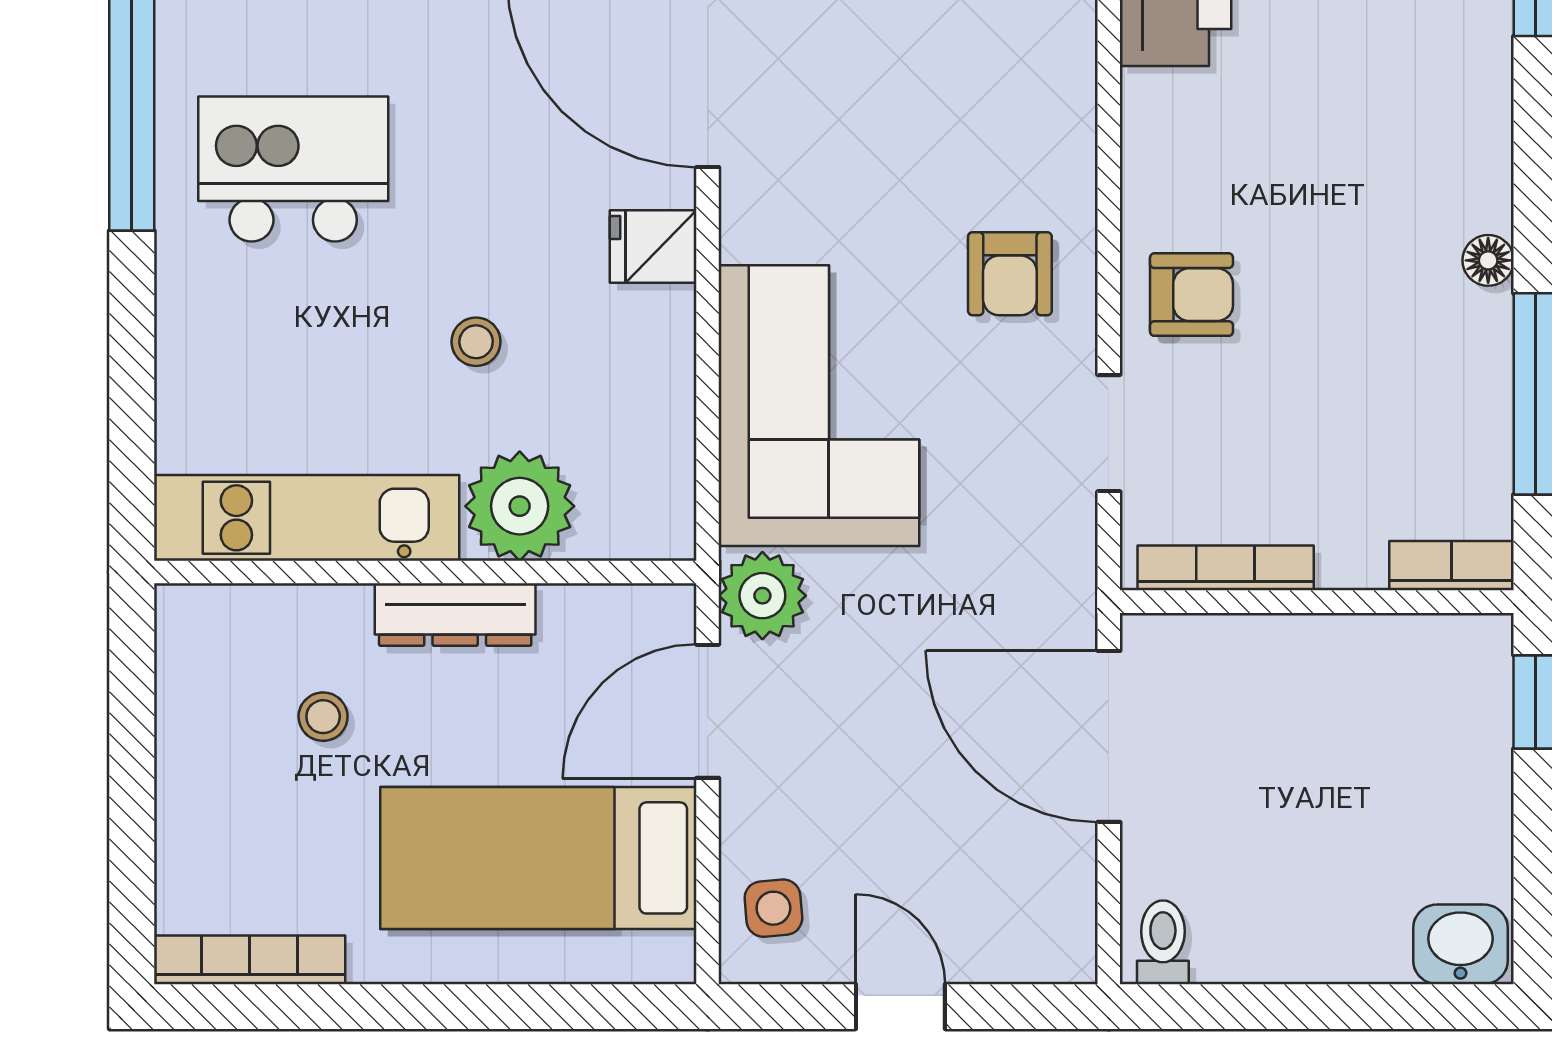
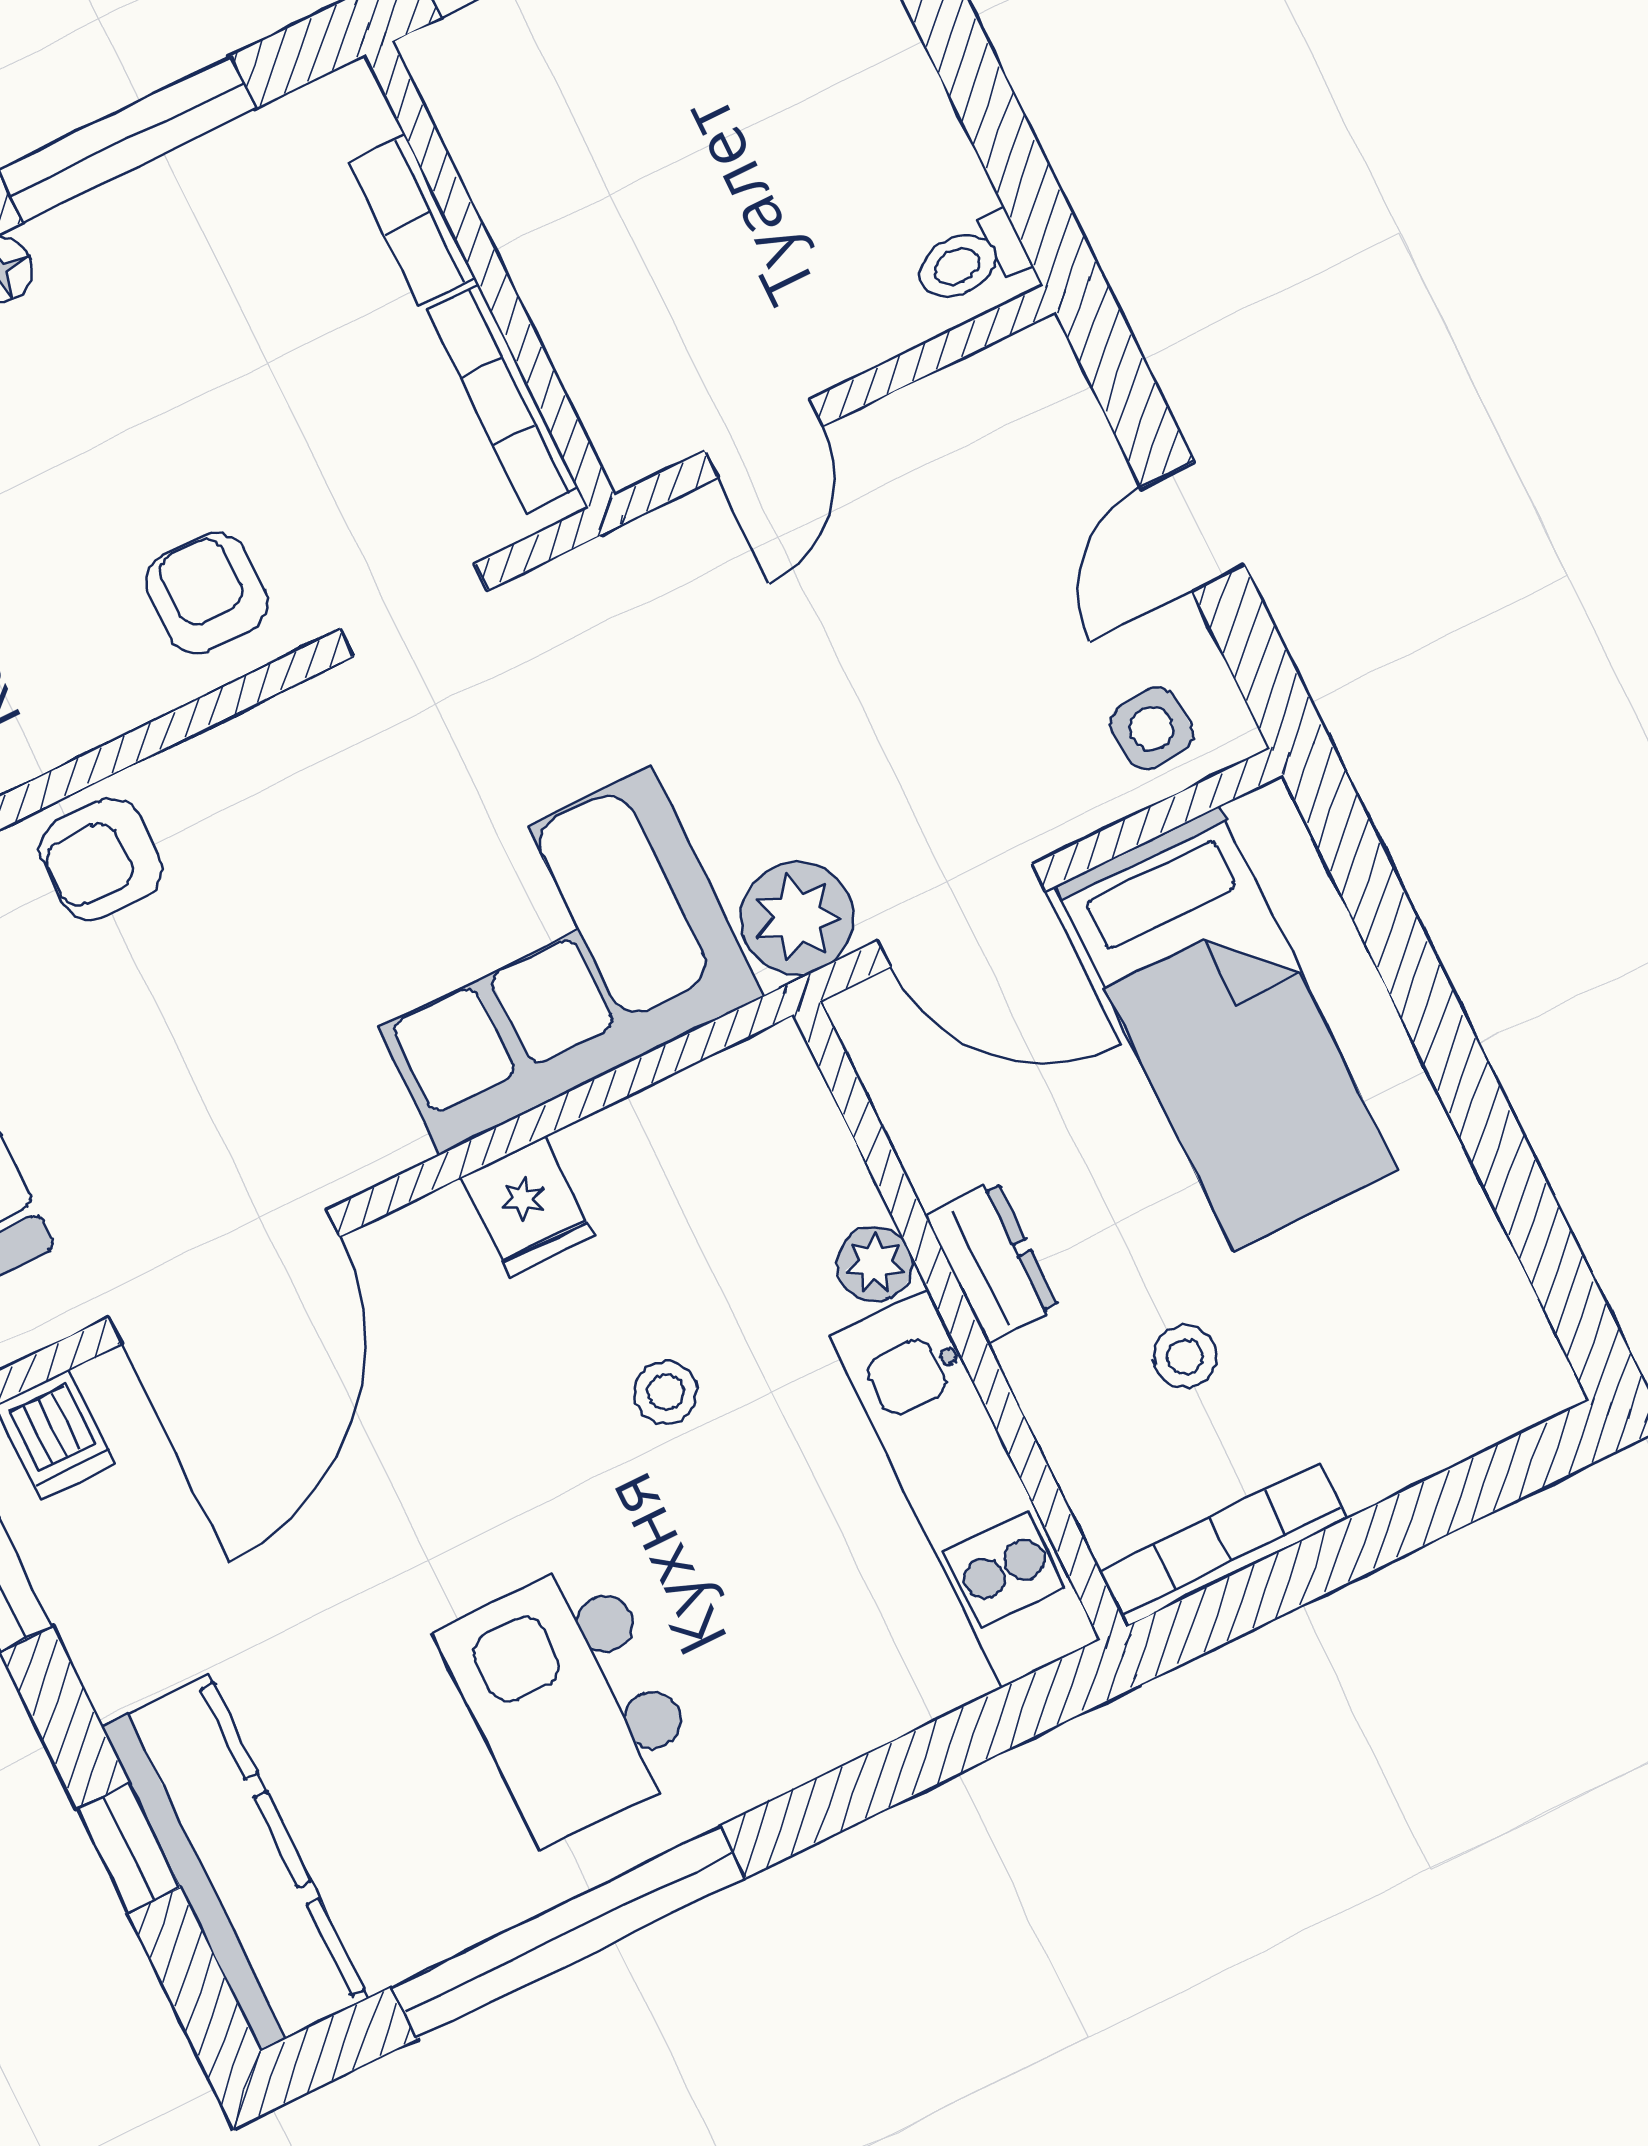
fridge: (653, 247) -> (527, 1206), moved
armchair: (1010, 274) -> (101, 859), moved, turned 180
plant: (520, 506) -> (875, 1264), width x0.53, depth x0.53
bookcase: (1452, 566) -> (412, 220), moved
dresser: (455, 614) -> (992, 1262), width x0.70
door: (1109, 736) -> (763, 439), width x0.53
bookcase: (250, 960) -> (1223, 1545), moved, turned 90

